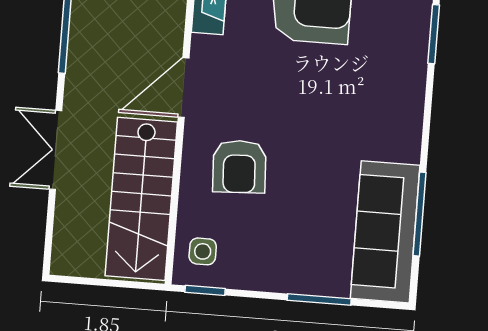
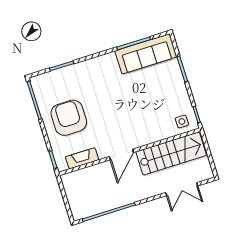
door: (184, 88) -> (121, 154), hinge flipped
double door: (56, 150) -> (182, 189), moved
armchair: (239, 167) -> (143, 121), removed

